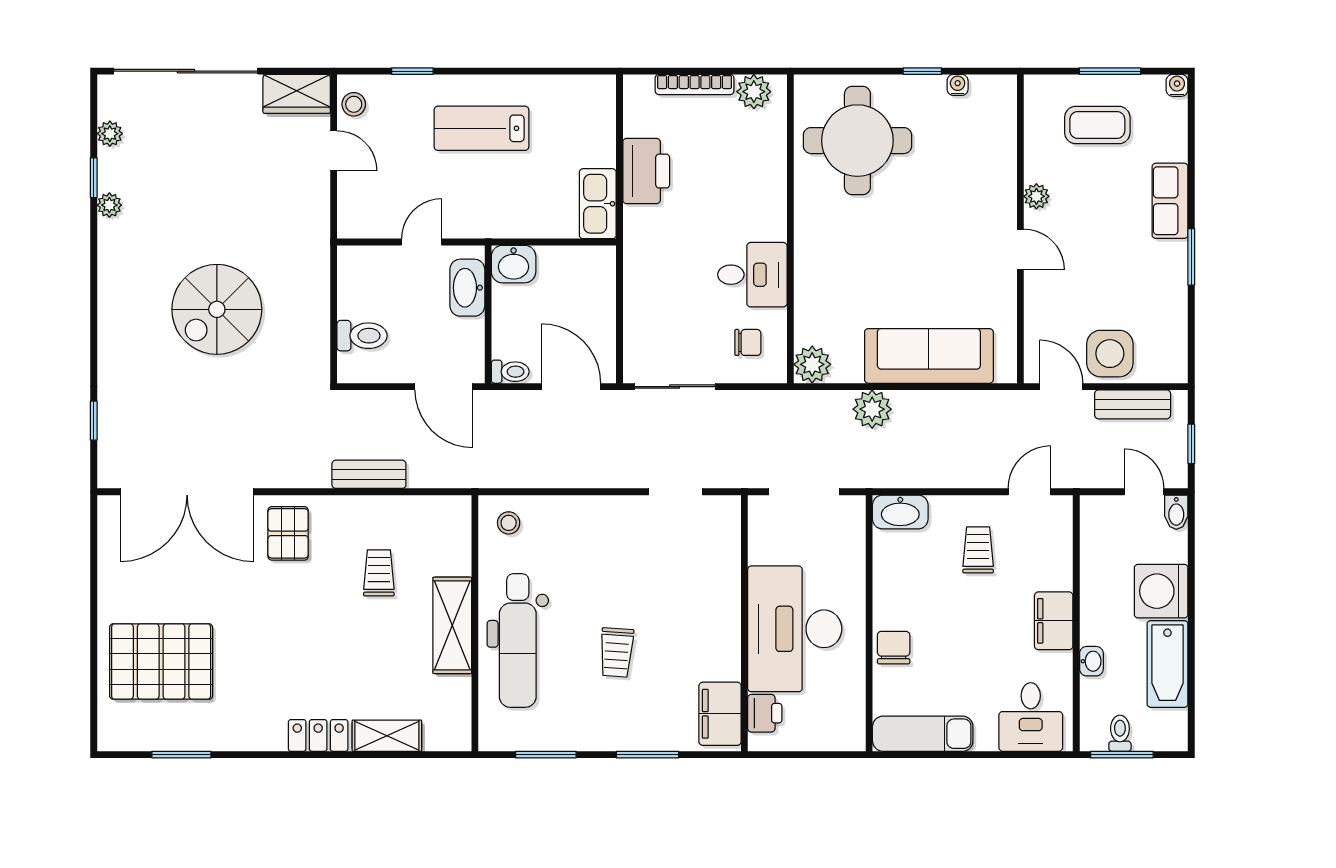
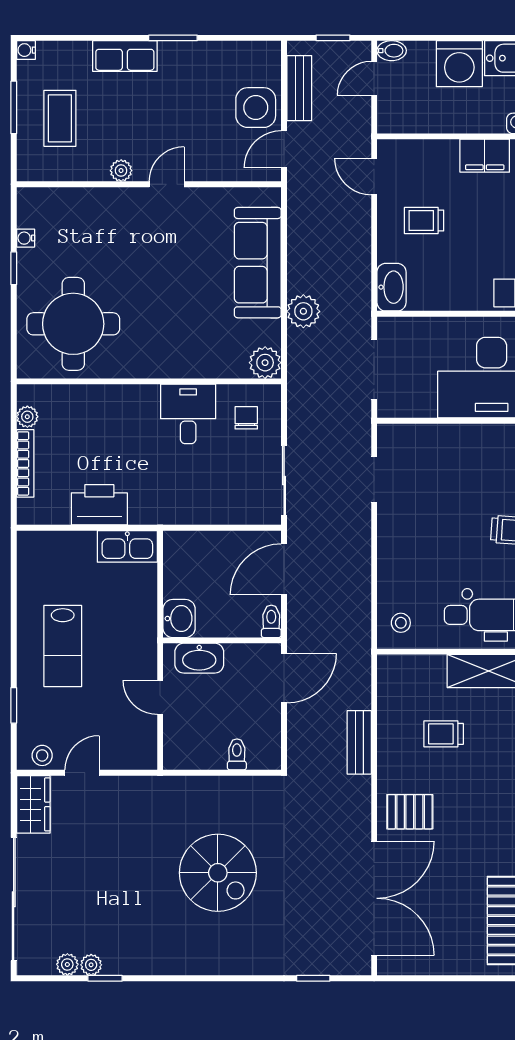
plant: (754, 92) -> (27, 417), width x0.73, depth x0.73
plant: (109, 205) -> (91, 965), moved
toilet: (362, 336) -> (237, 754), width x0.73, depth x0.72

